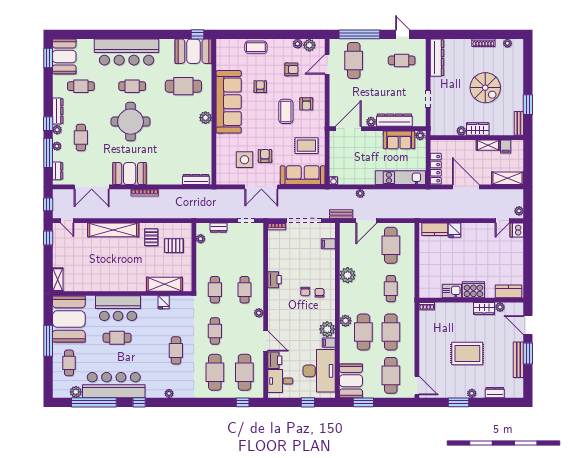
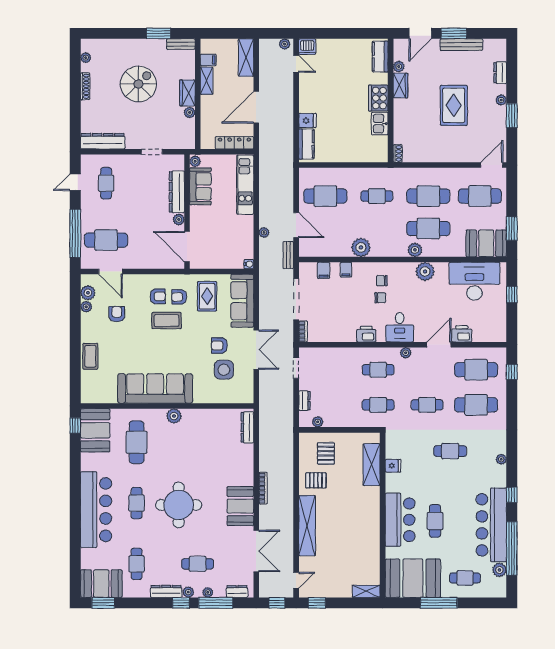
armchair: (260, 87) -> (179, 297), moved
filing cabinet: (329, 343) -> (346, 270), moved
desk: (280, 381) -> (400, 327), moved

